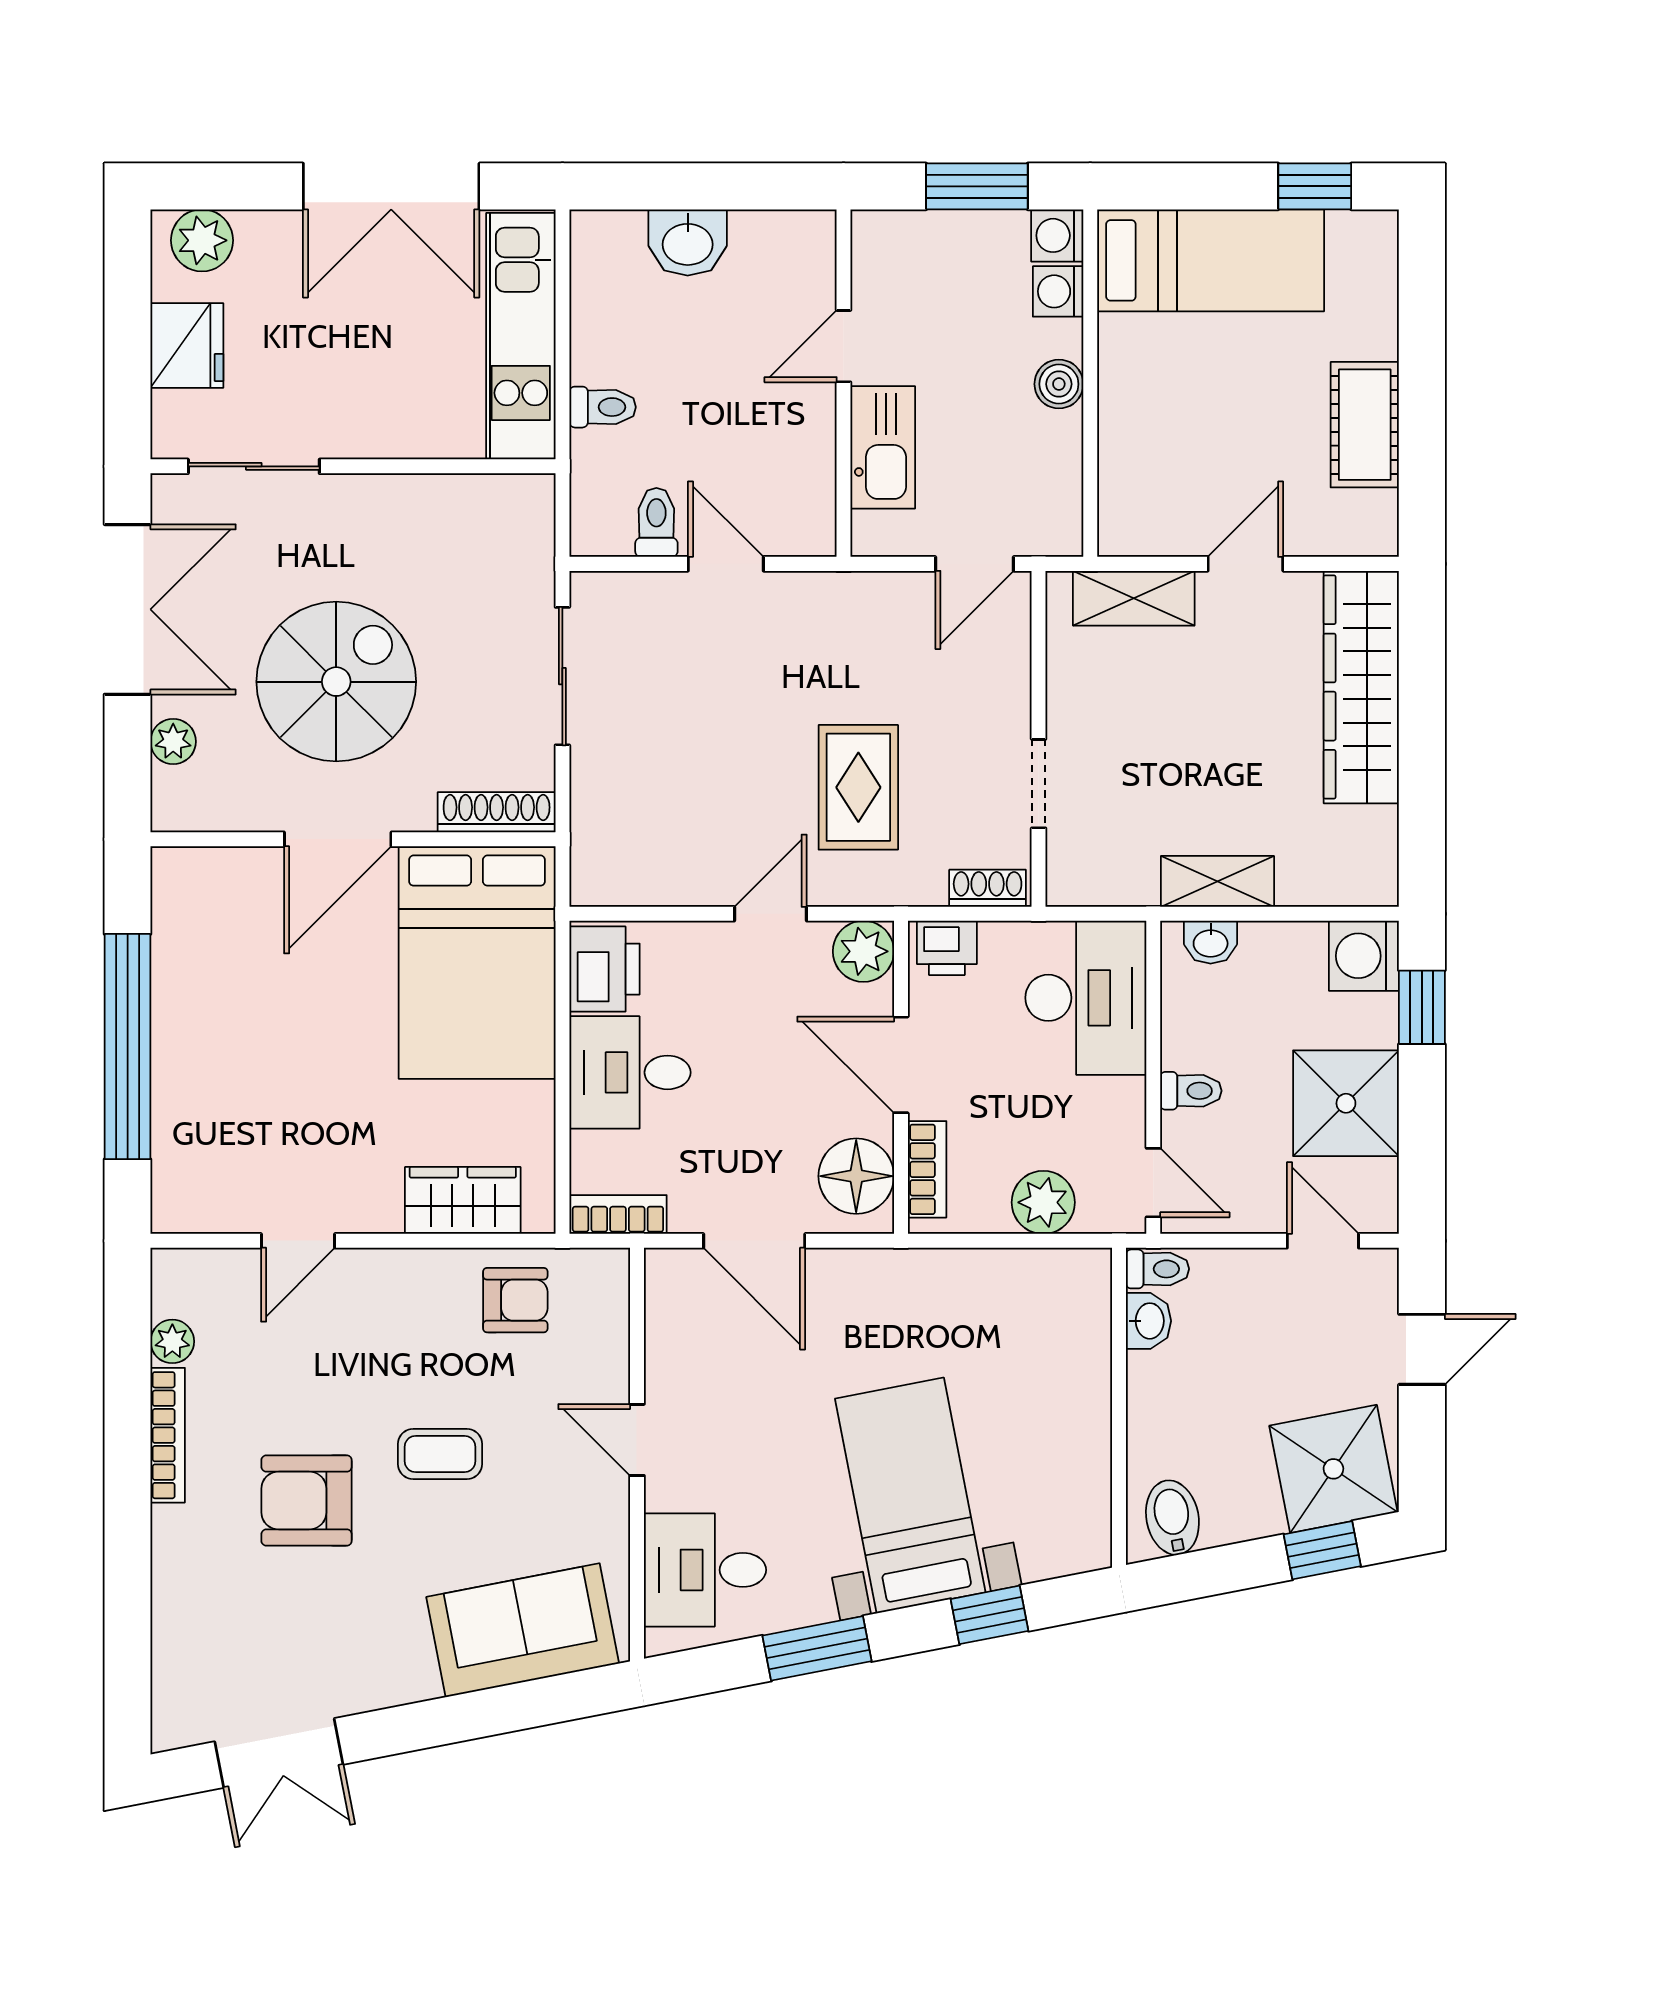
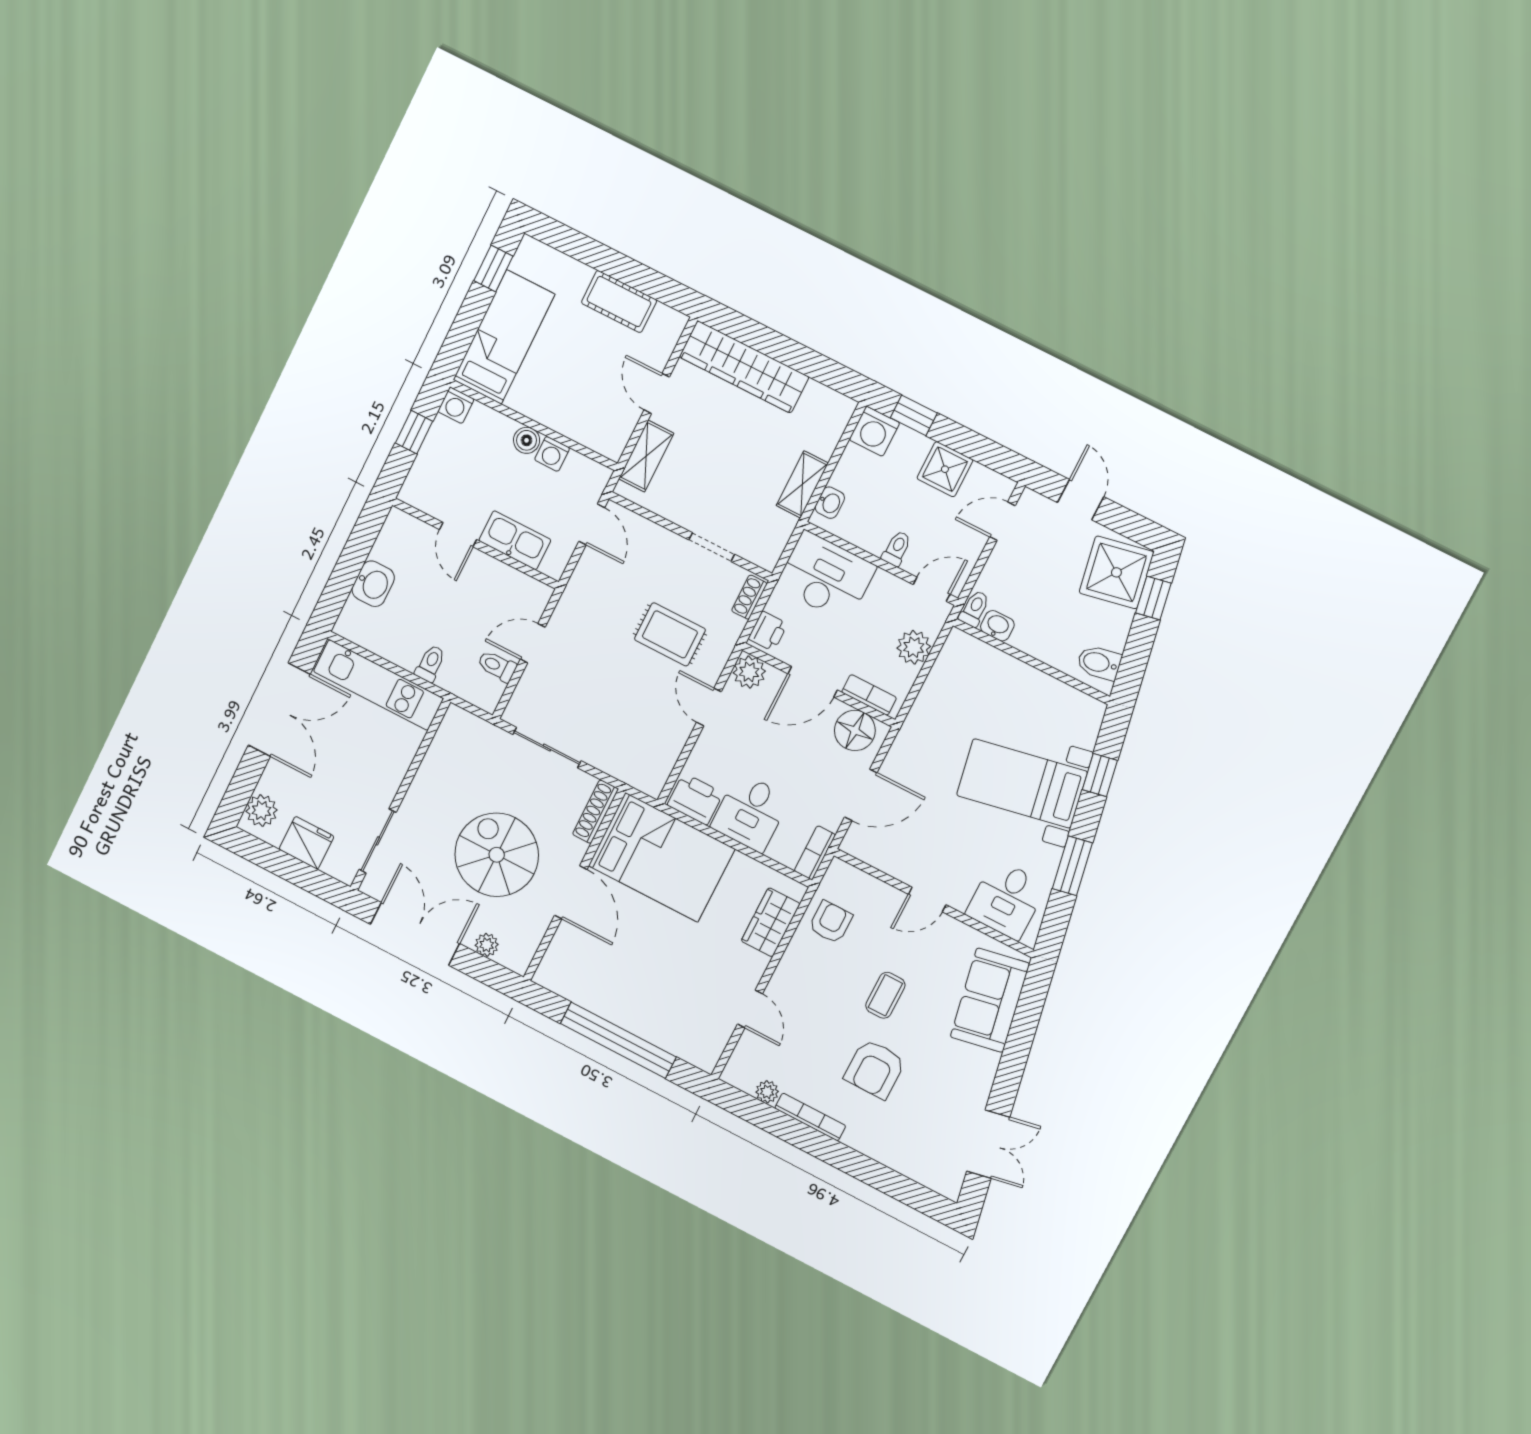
window: (977, 186) -> (414, 432), width x0.67
washing machine: (1058, 291) -> (552, 454), moved
shower: (1346, 1103) -> (945, 469), width x0.73, depth x0.73

